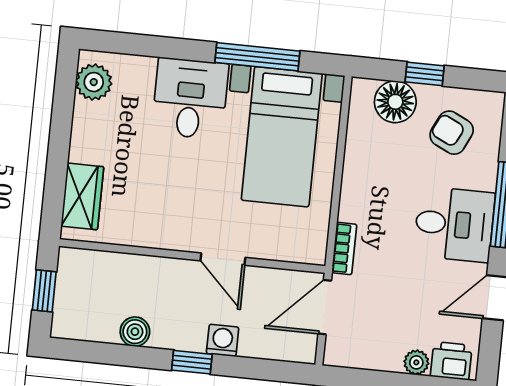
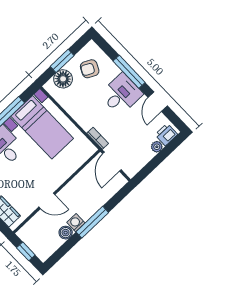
window: (425, 74) -> (62, 61), width x1.50
door: (223, 259) -> (47, 201), moved
washing machine: (223, 340) -> (76, 223), moved
window: (192, 362) -> (92, 222), width x2.17

